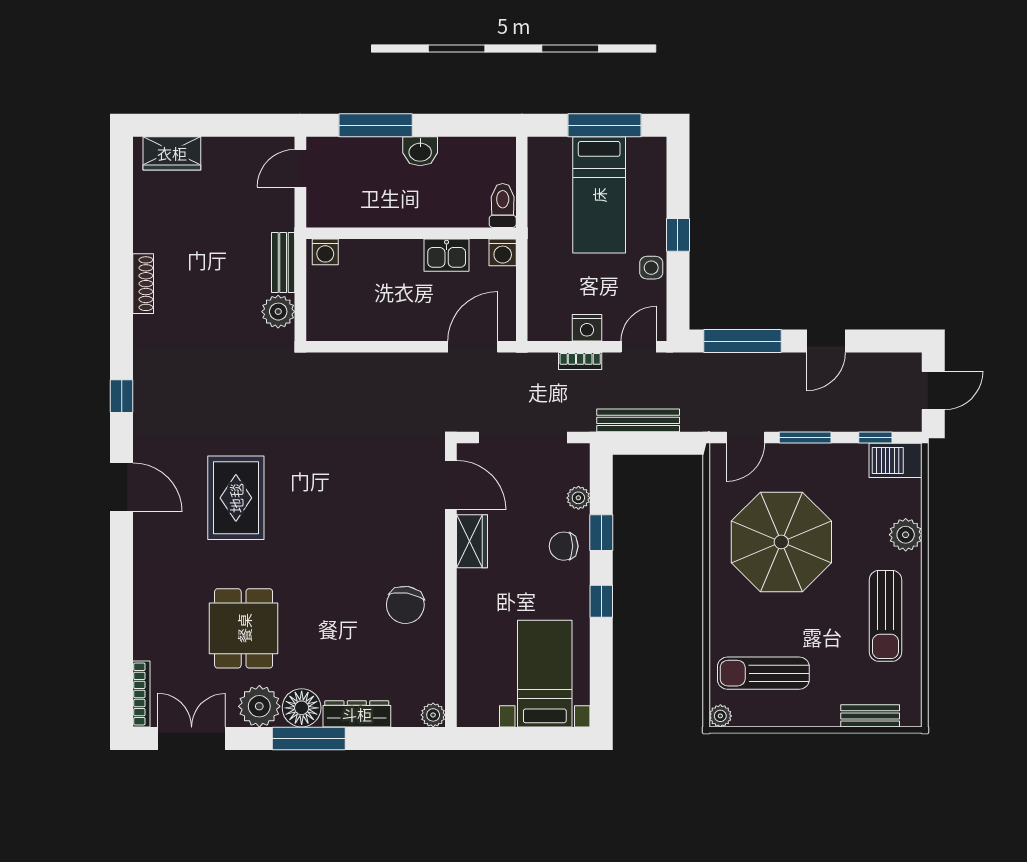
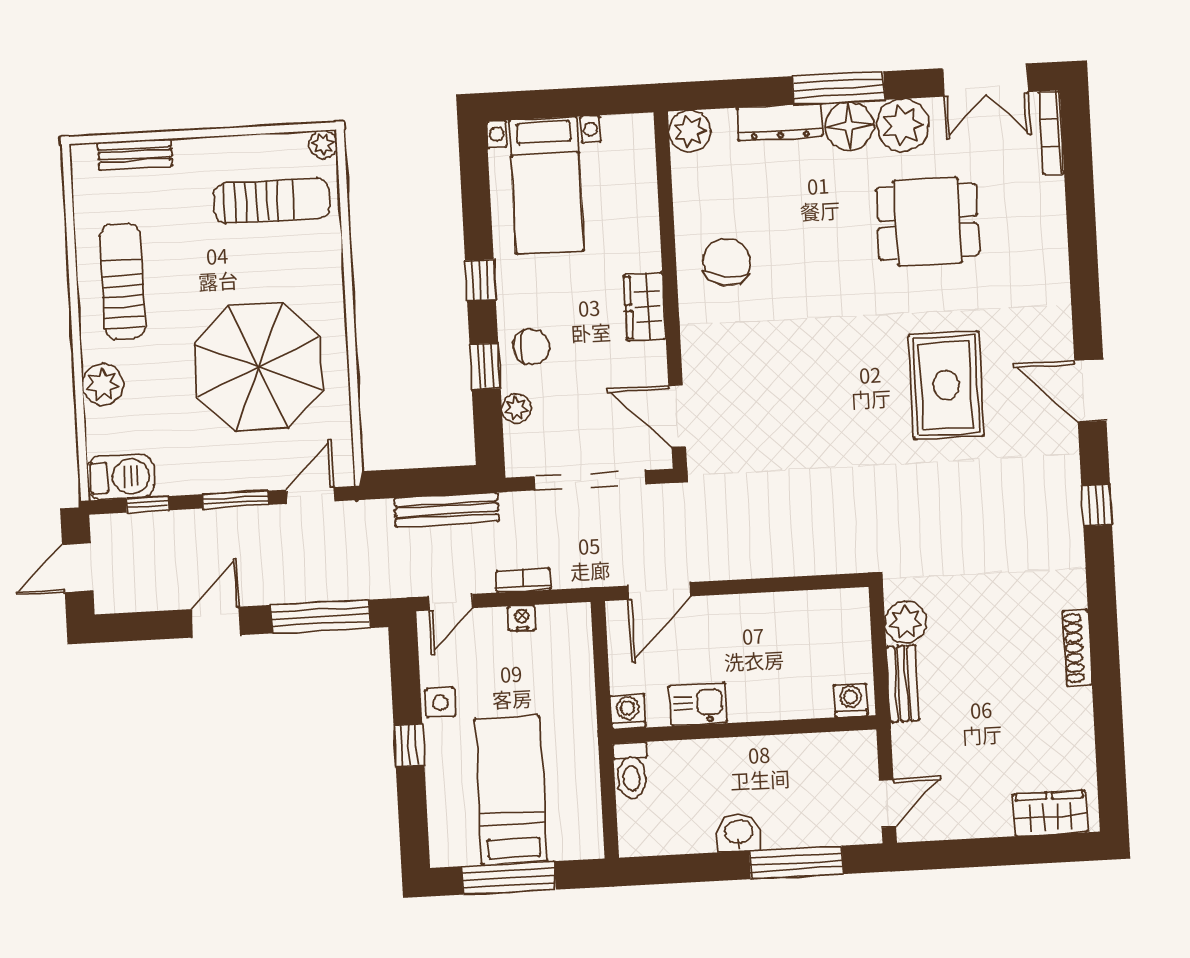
nightstand: (587, 328) -> (522, 618), width x0.72, depth x0.74
wardrobe: (472, 541) -> (645, 307), moved
dining table: (244, 628) -> (928, 222), turned 90
plant: (433, 715) -> (690, 131), width x1.38, depth x1.38

